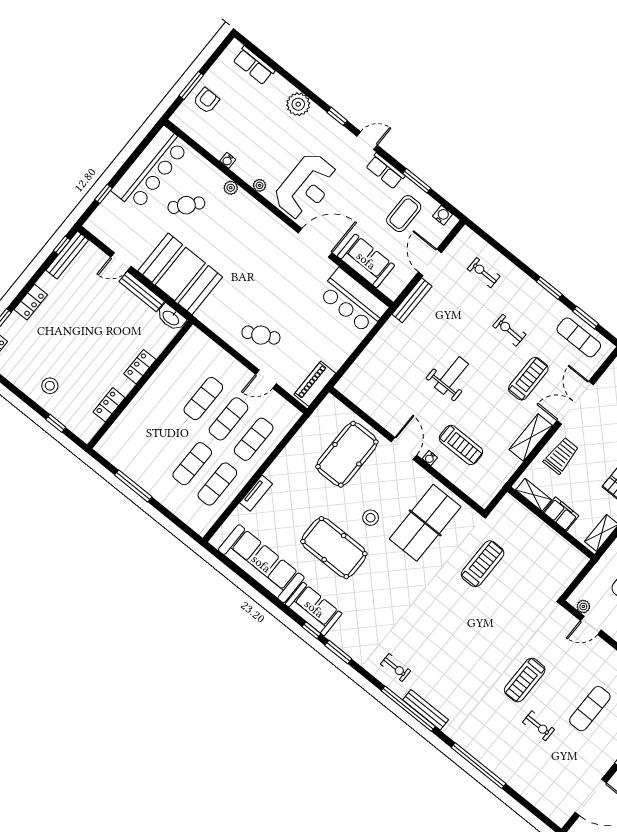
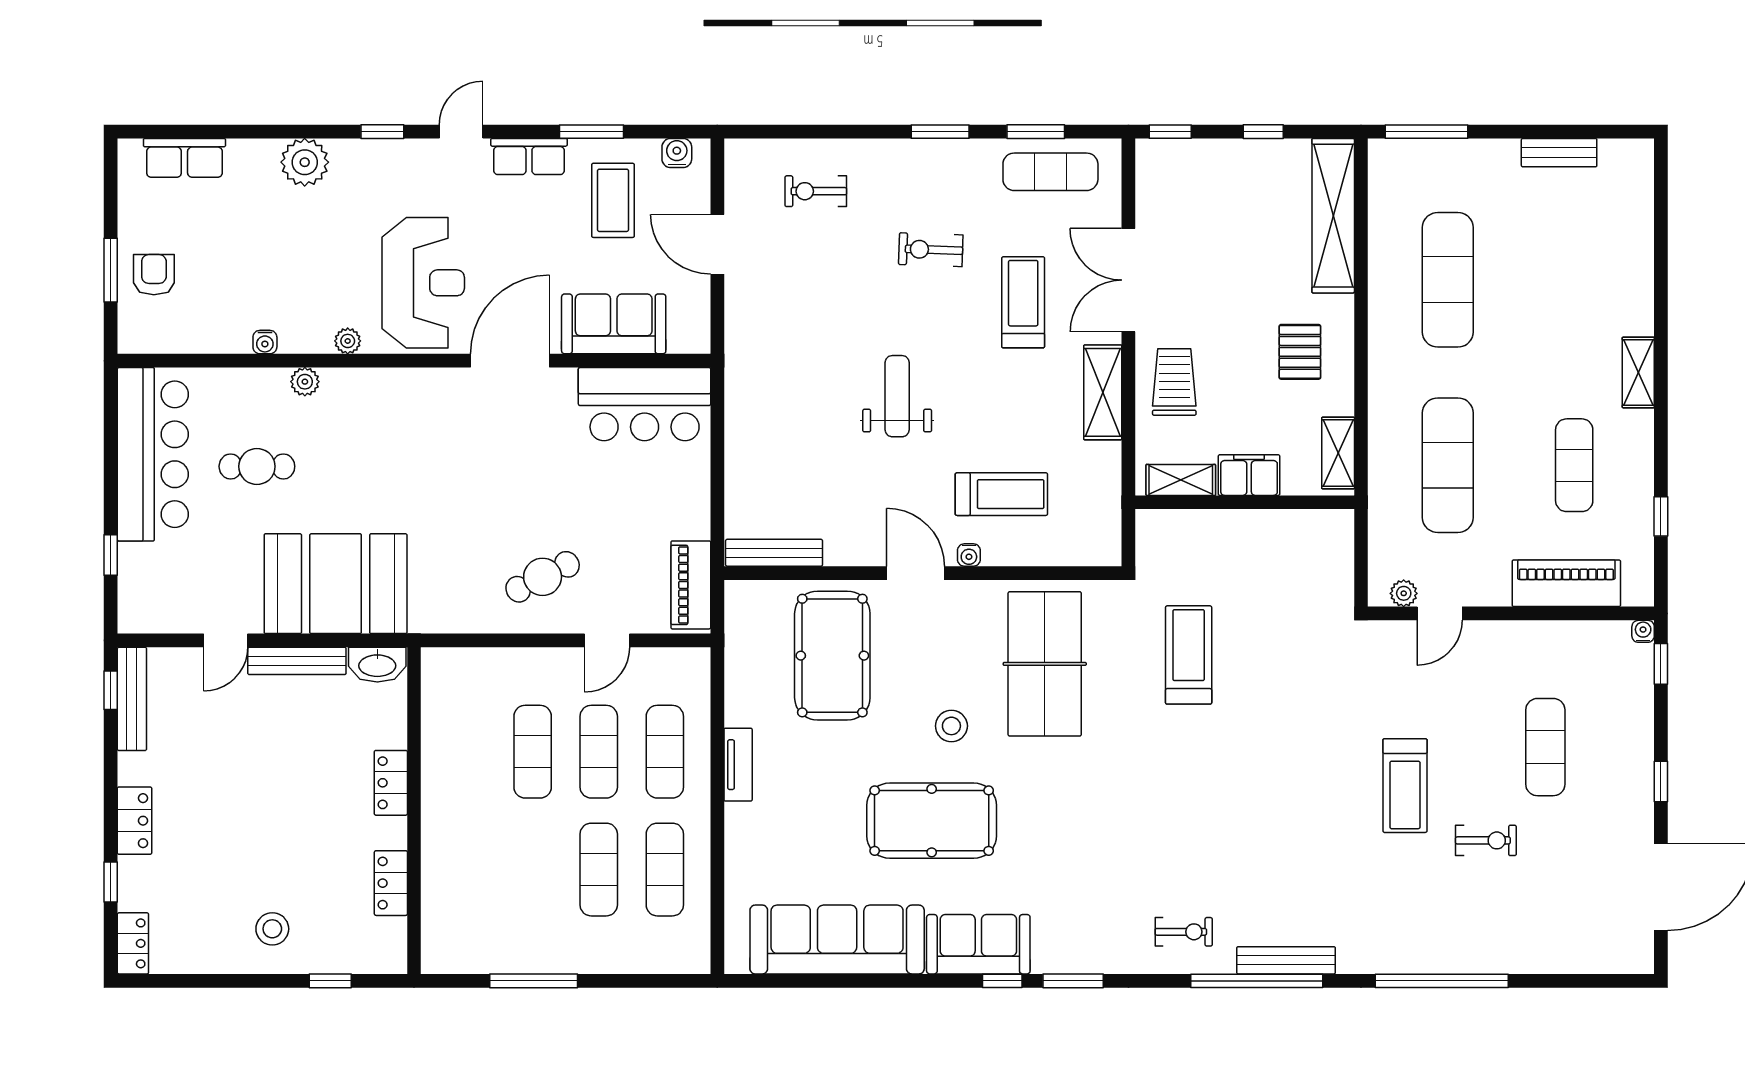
cafe table: (186, 205) -> (257, 466), turned 49
bench: (412, 300) -> (774, 553), moved, turned 90
tv unit: (256, 493) -> (738, 765), moved

